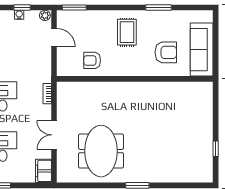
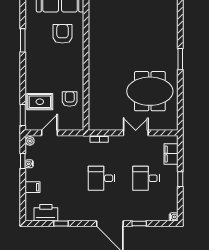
rug: (127, 32) -> (40, 102), moved
armchair: (92, 60) -> (70, 99), turned 180
double door: (54, 135) -> (136, 133), swing flipped
filing cabinet: (43, 171) -> (171, 154), moved, turned 90

